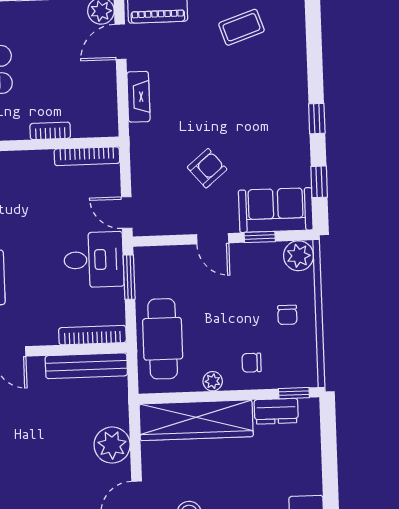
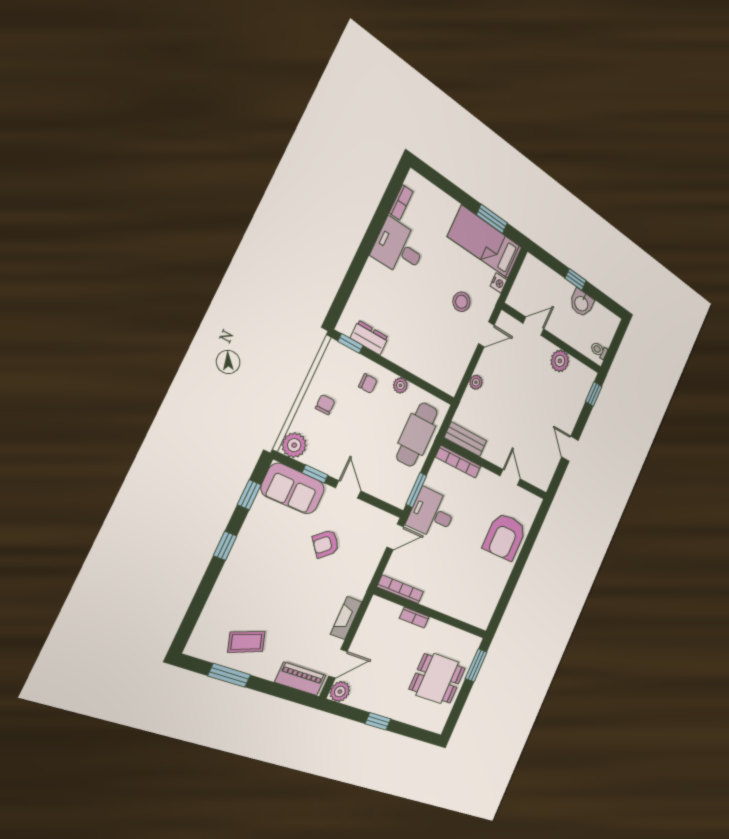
door: (127, 213) -> (395, 537), hinge flipped
bench: (86, 366) -> (466, 439), width x0.73
wardrobe: (196, 420) -> (425, 364), removed
plant: (112, 445) -> (476, 382), width x0.53, depth x0.53

